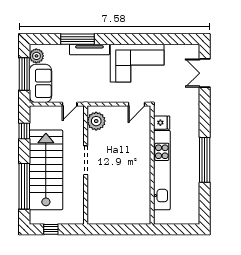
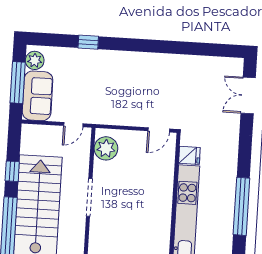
window: (77, 39) -> (88, 42), width x0.46
tv unit: (89, 50) -> (103, 56), removed
corner sofa: (137, 63) -> (163, 78), removed
window: (24, 131) -> (12, 171), moved

